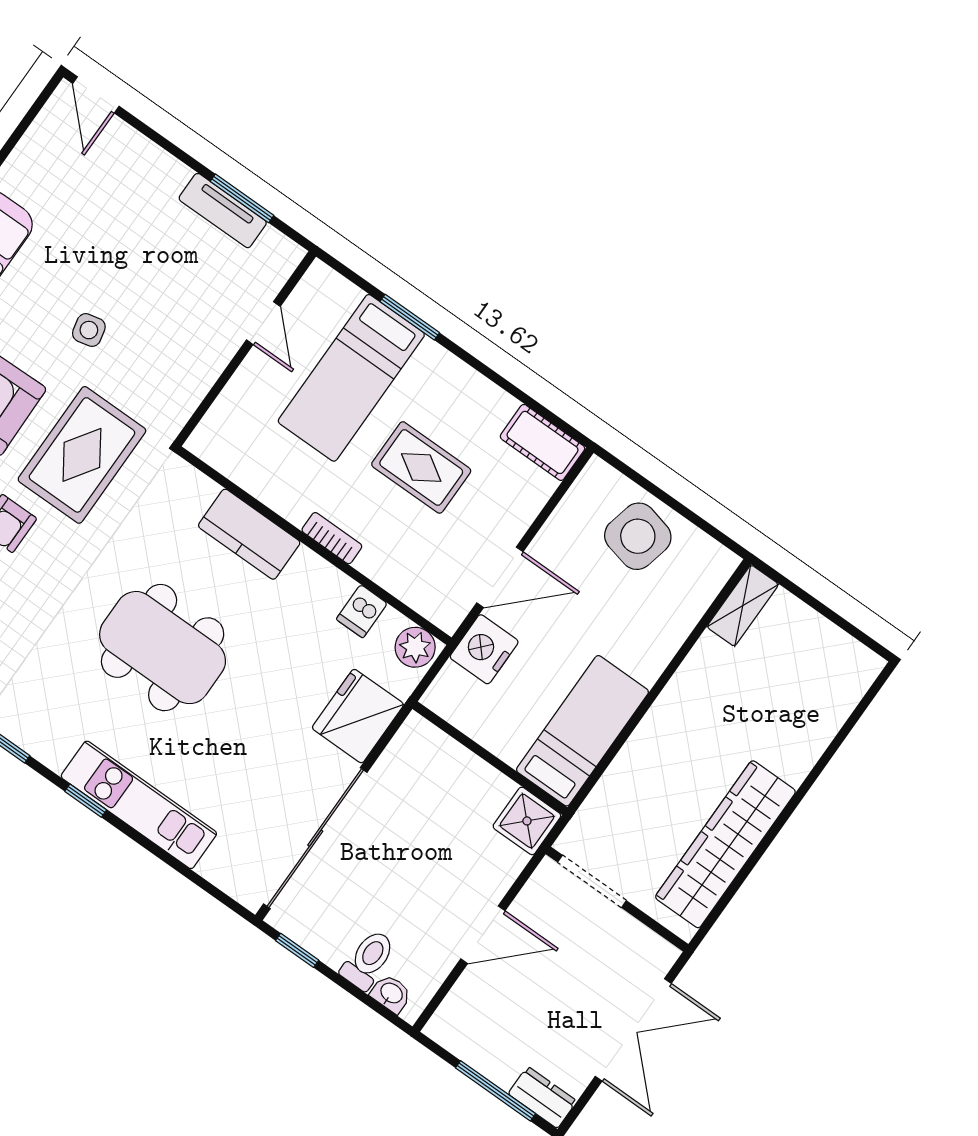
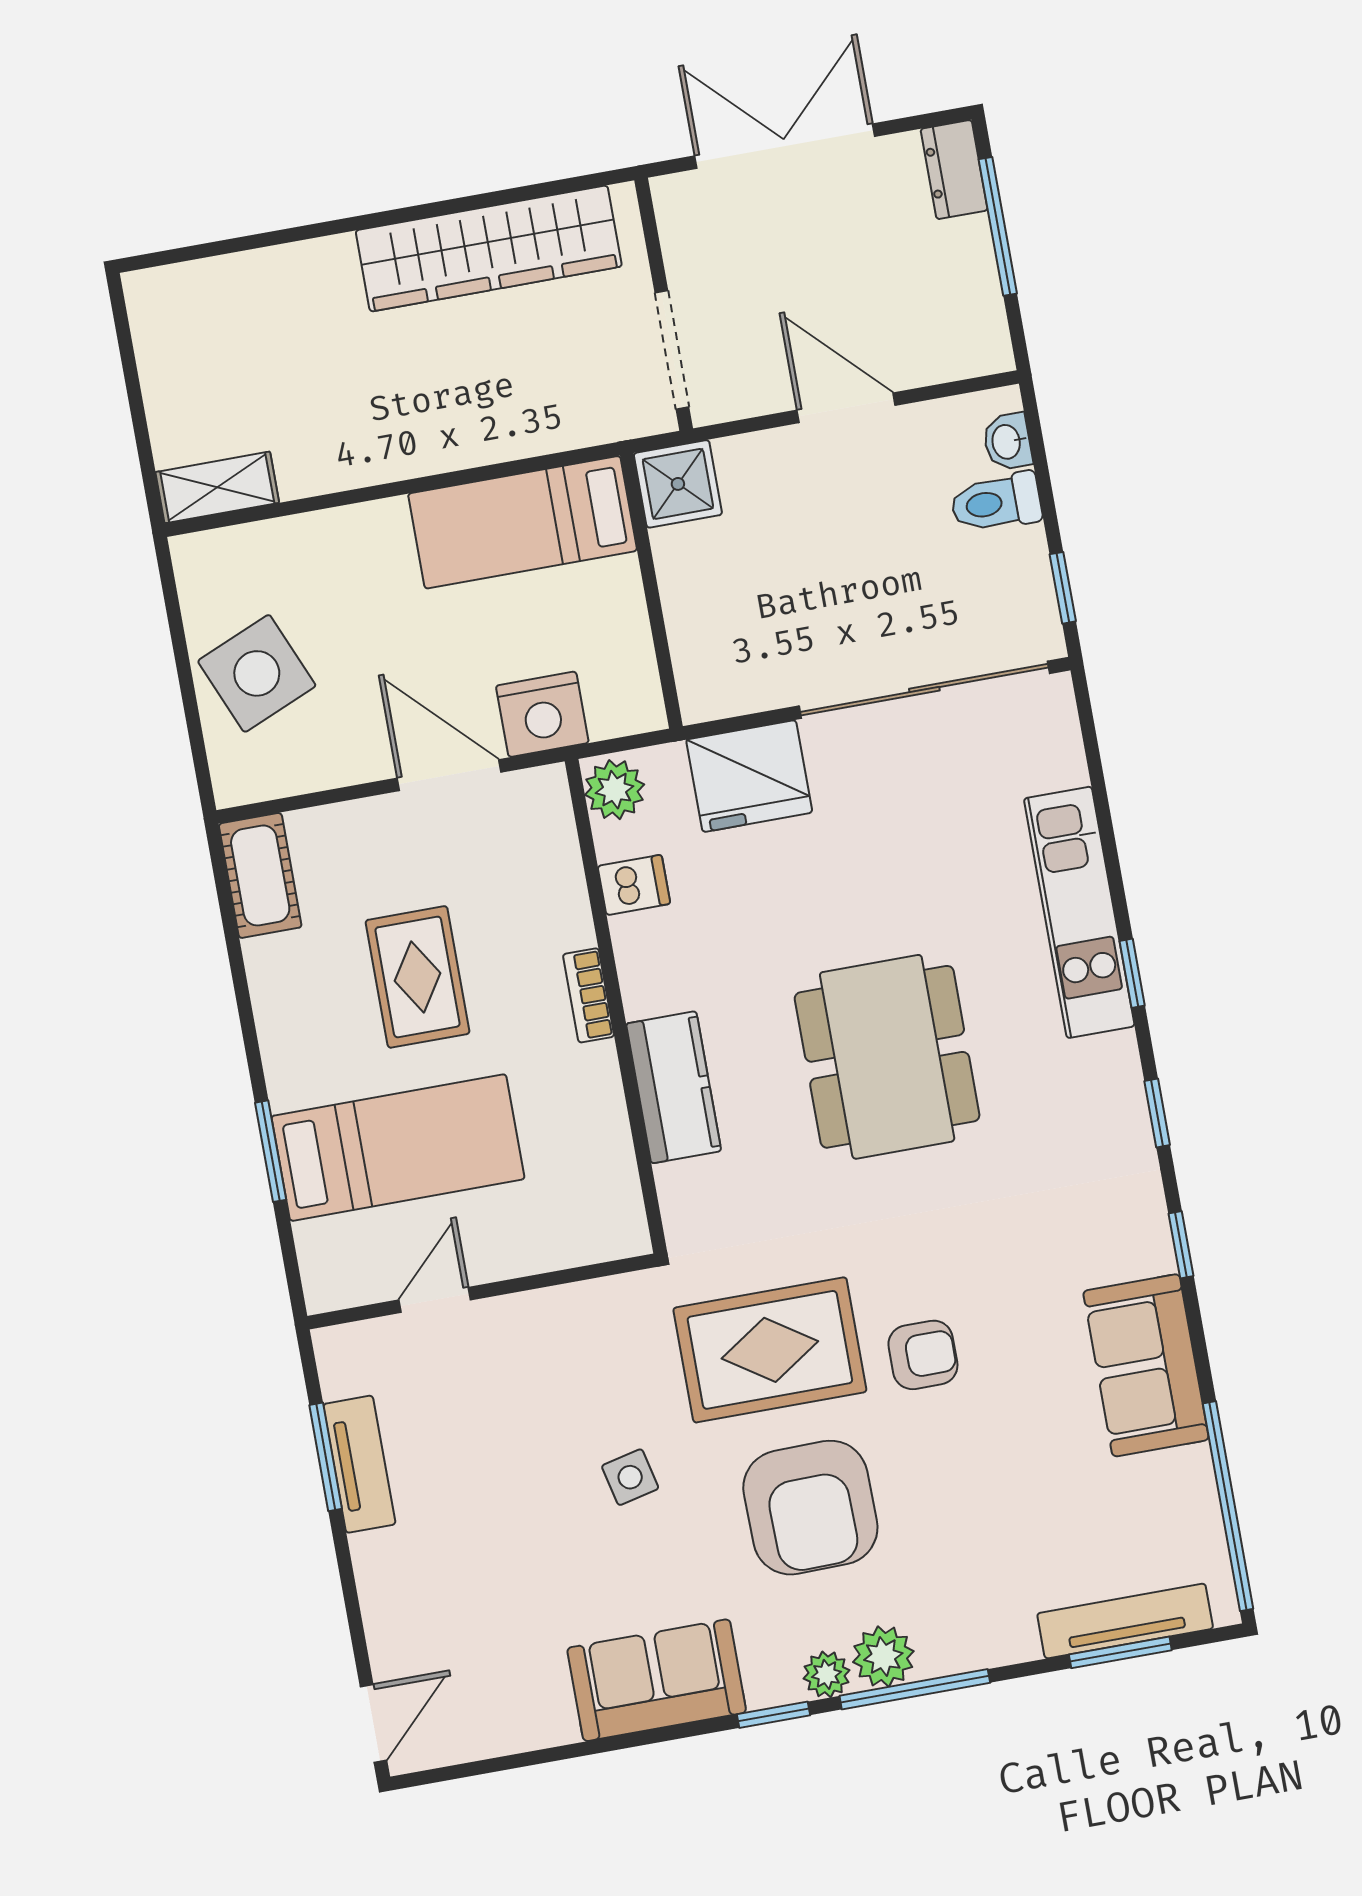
side table: (638, 536) -> (257, 673), turned -36

